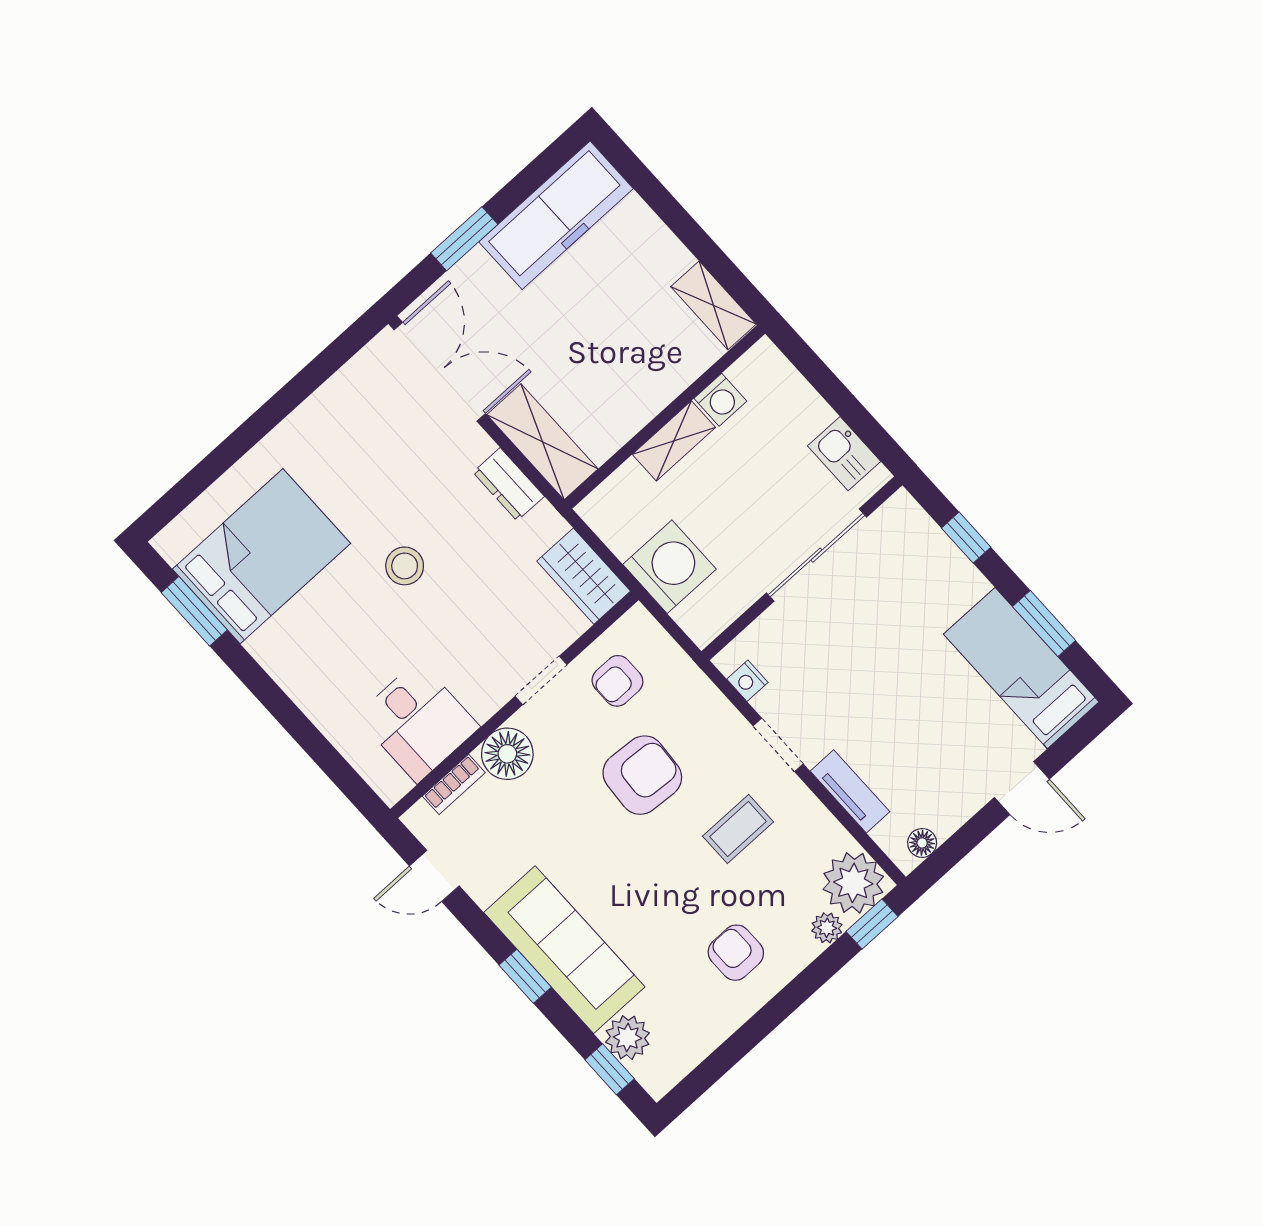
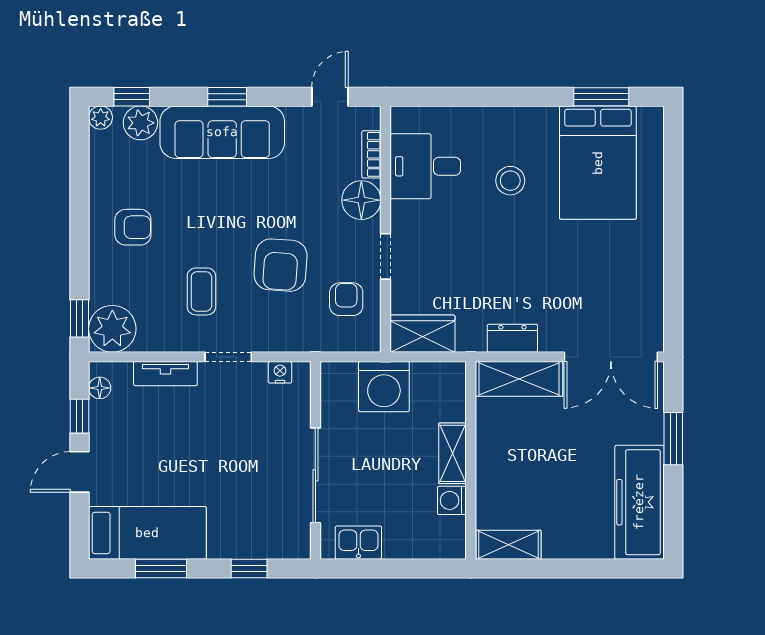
stool: (405, 566) -> (510, 181), moved
window: (967, 838) -> (80, 416), added
plant: (827, 928) -> (101, 118), moved

